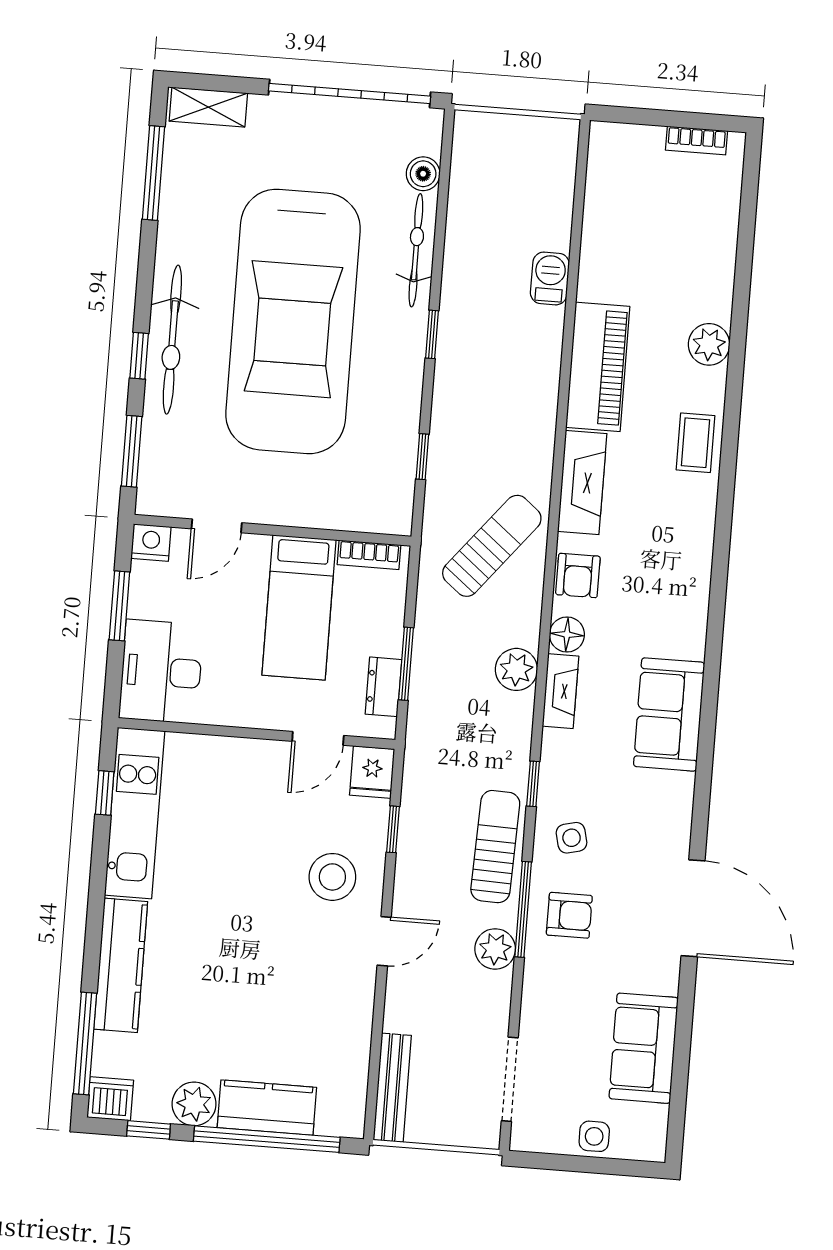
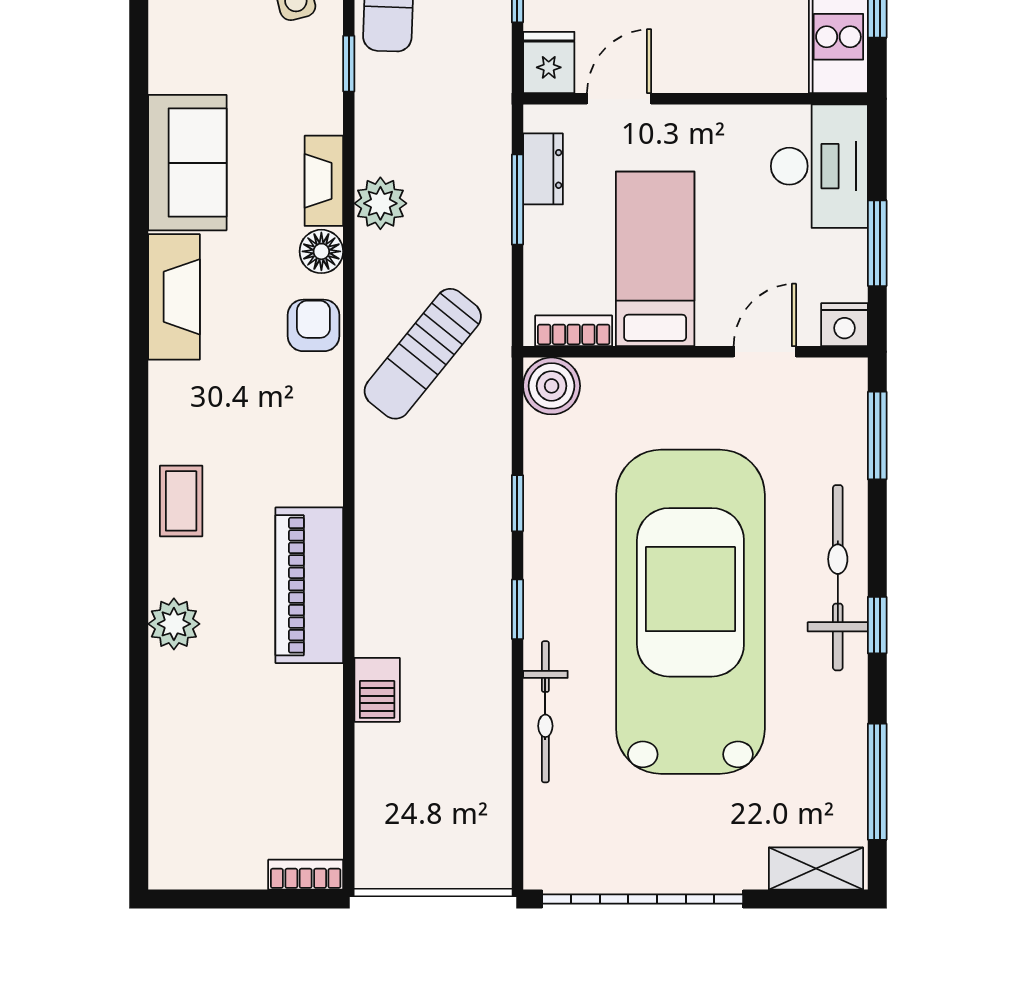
bookcase: (697, 140) -> (306, 875), moved
boiler: (423, 174) -> (552, 386), moved, width x1.36, depth x1.36
window: (139, 356) -> (877, 625), moved
window: (422, 457) -> (517, 503), moved
fireplace: (582, 482) -> (174, 297), moved, turned 180

